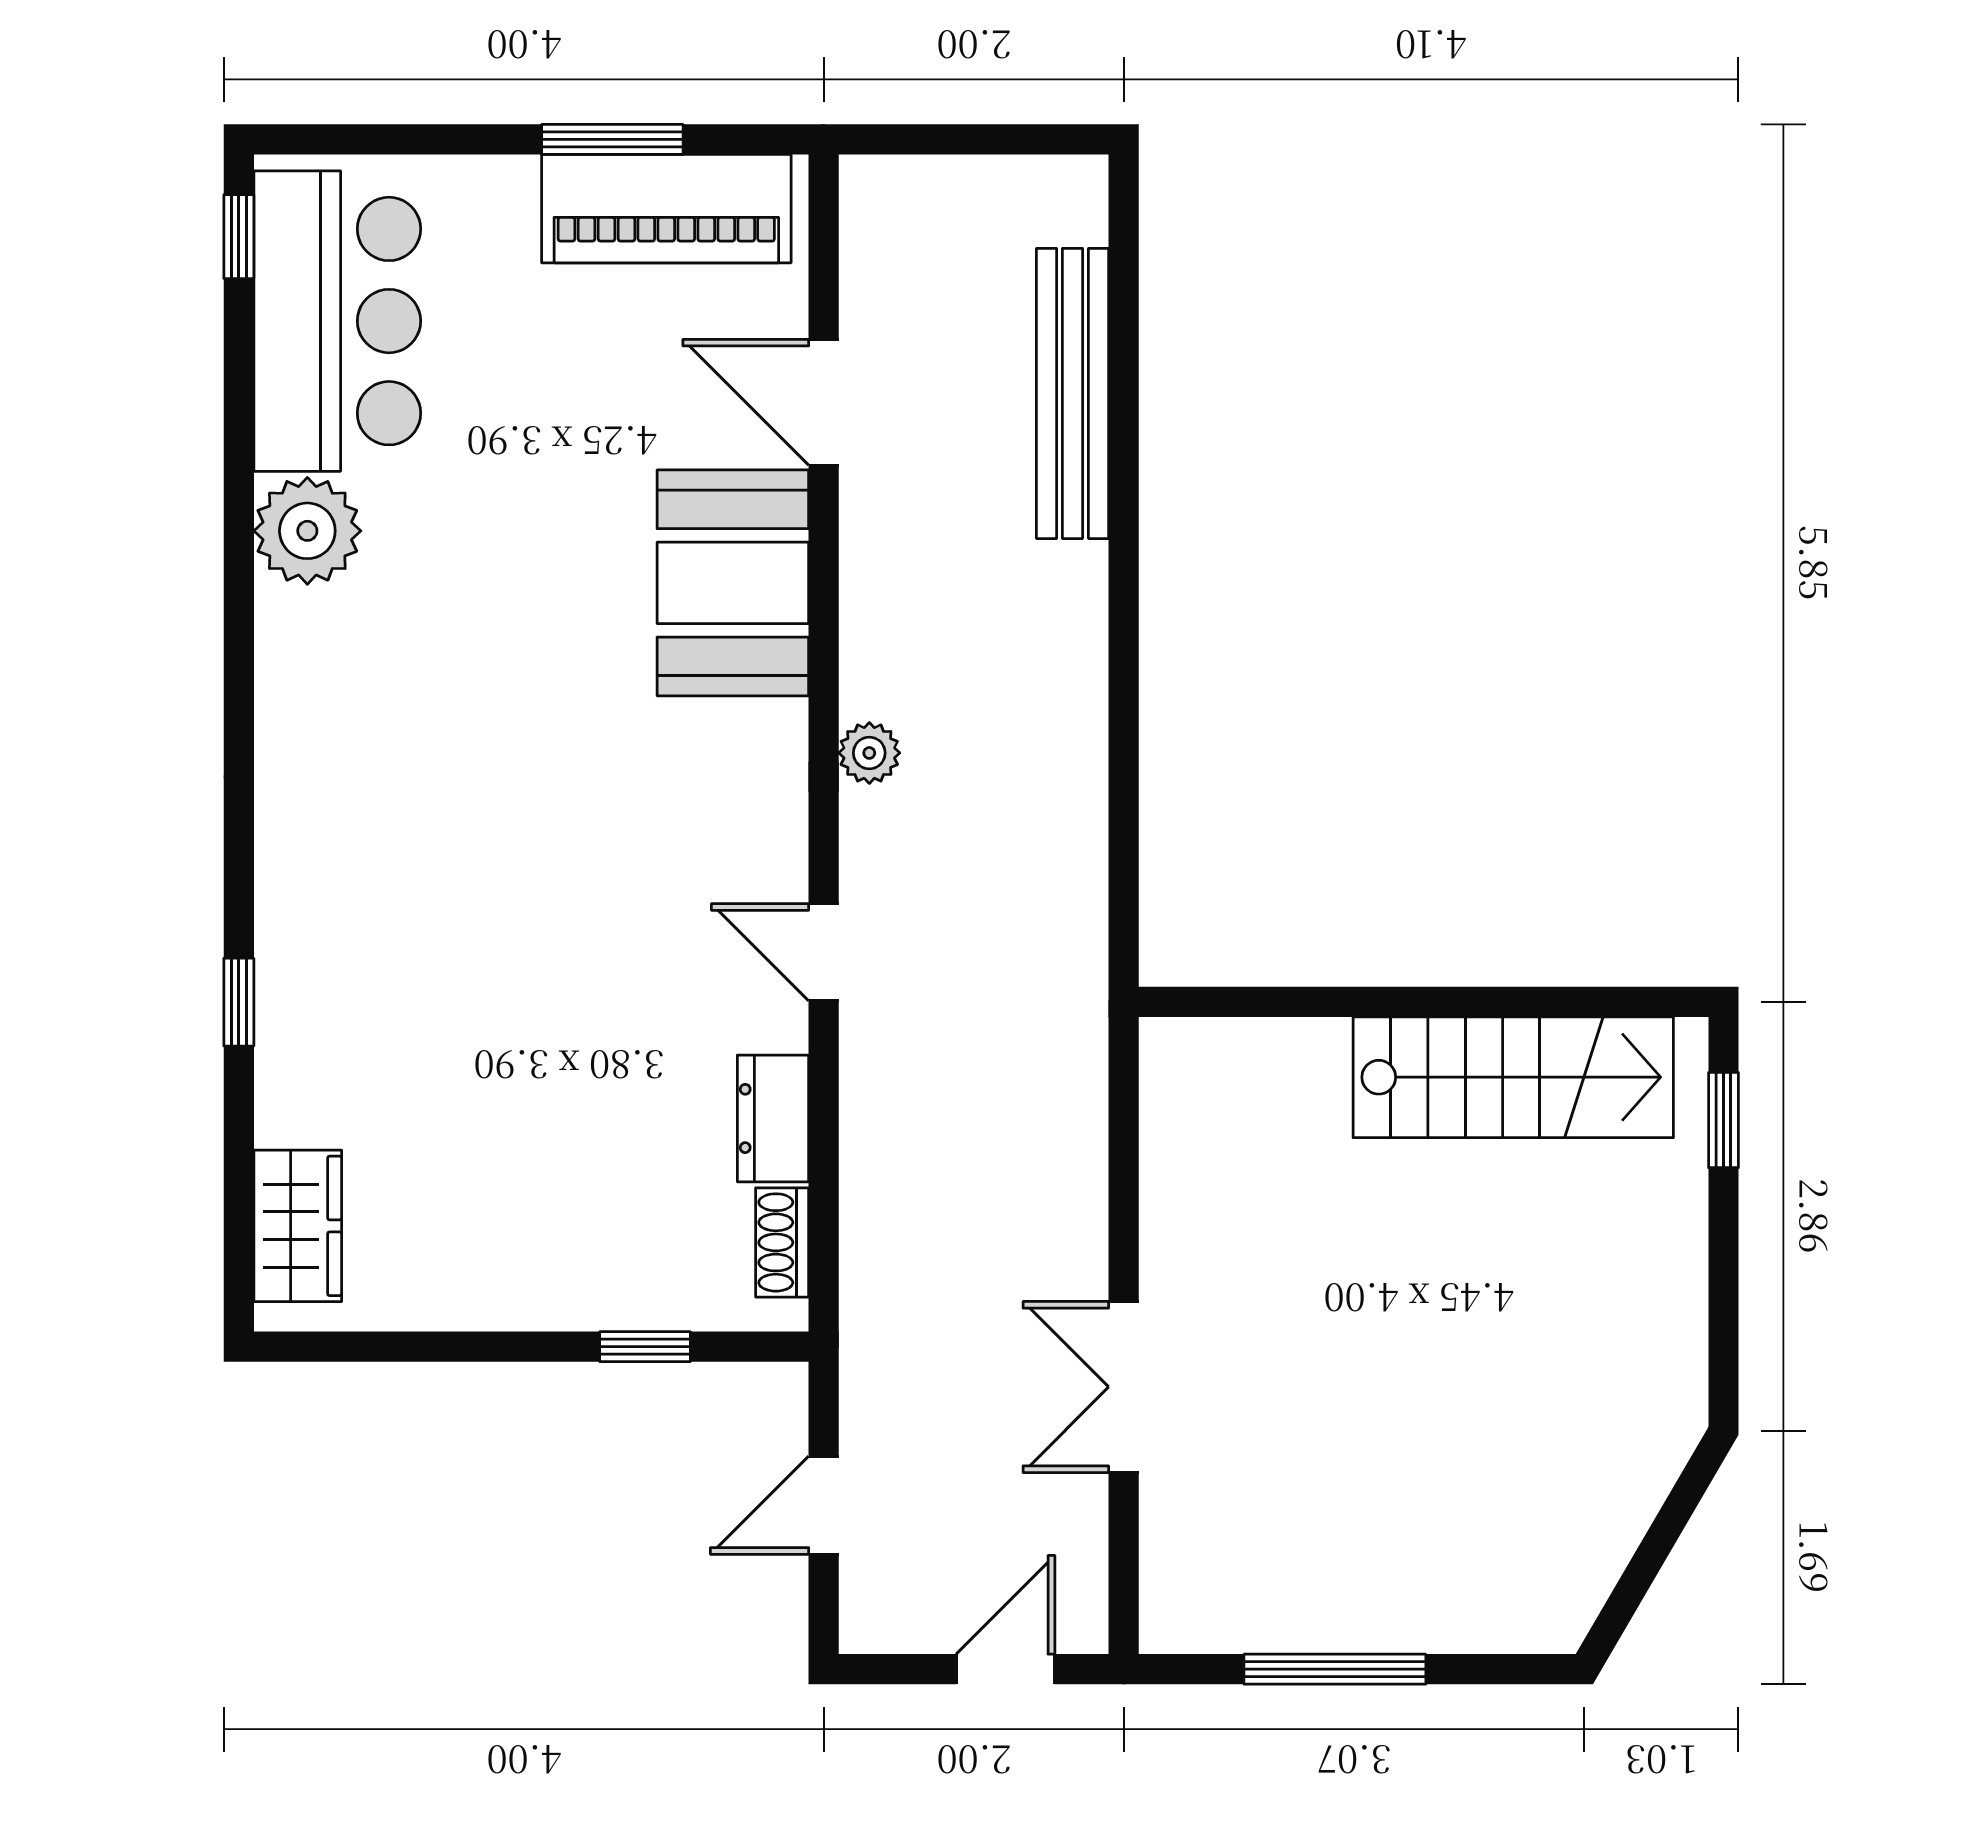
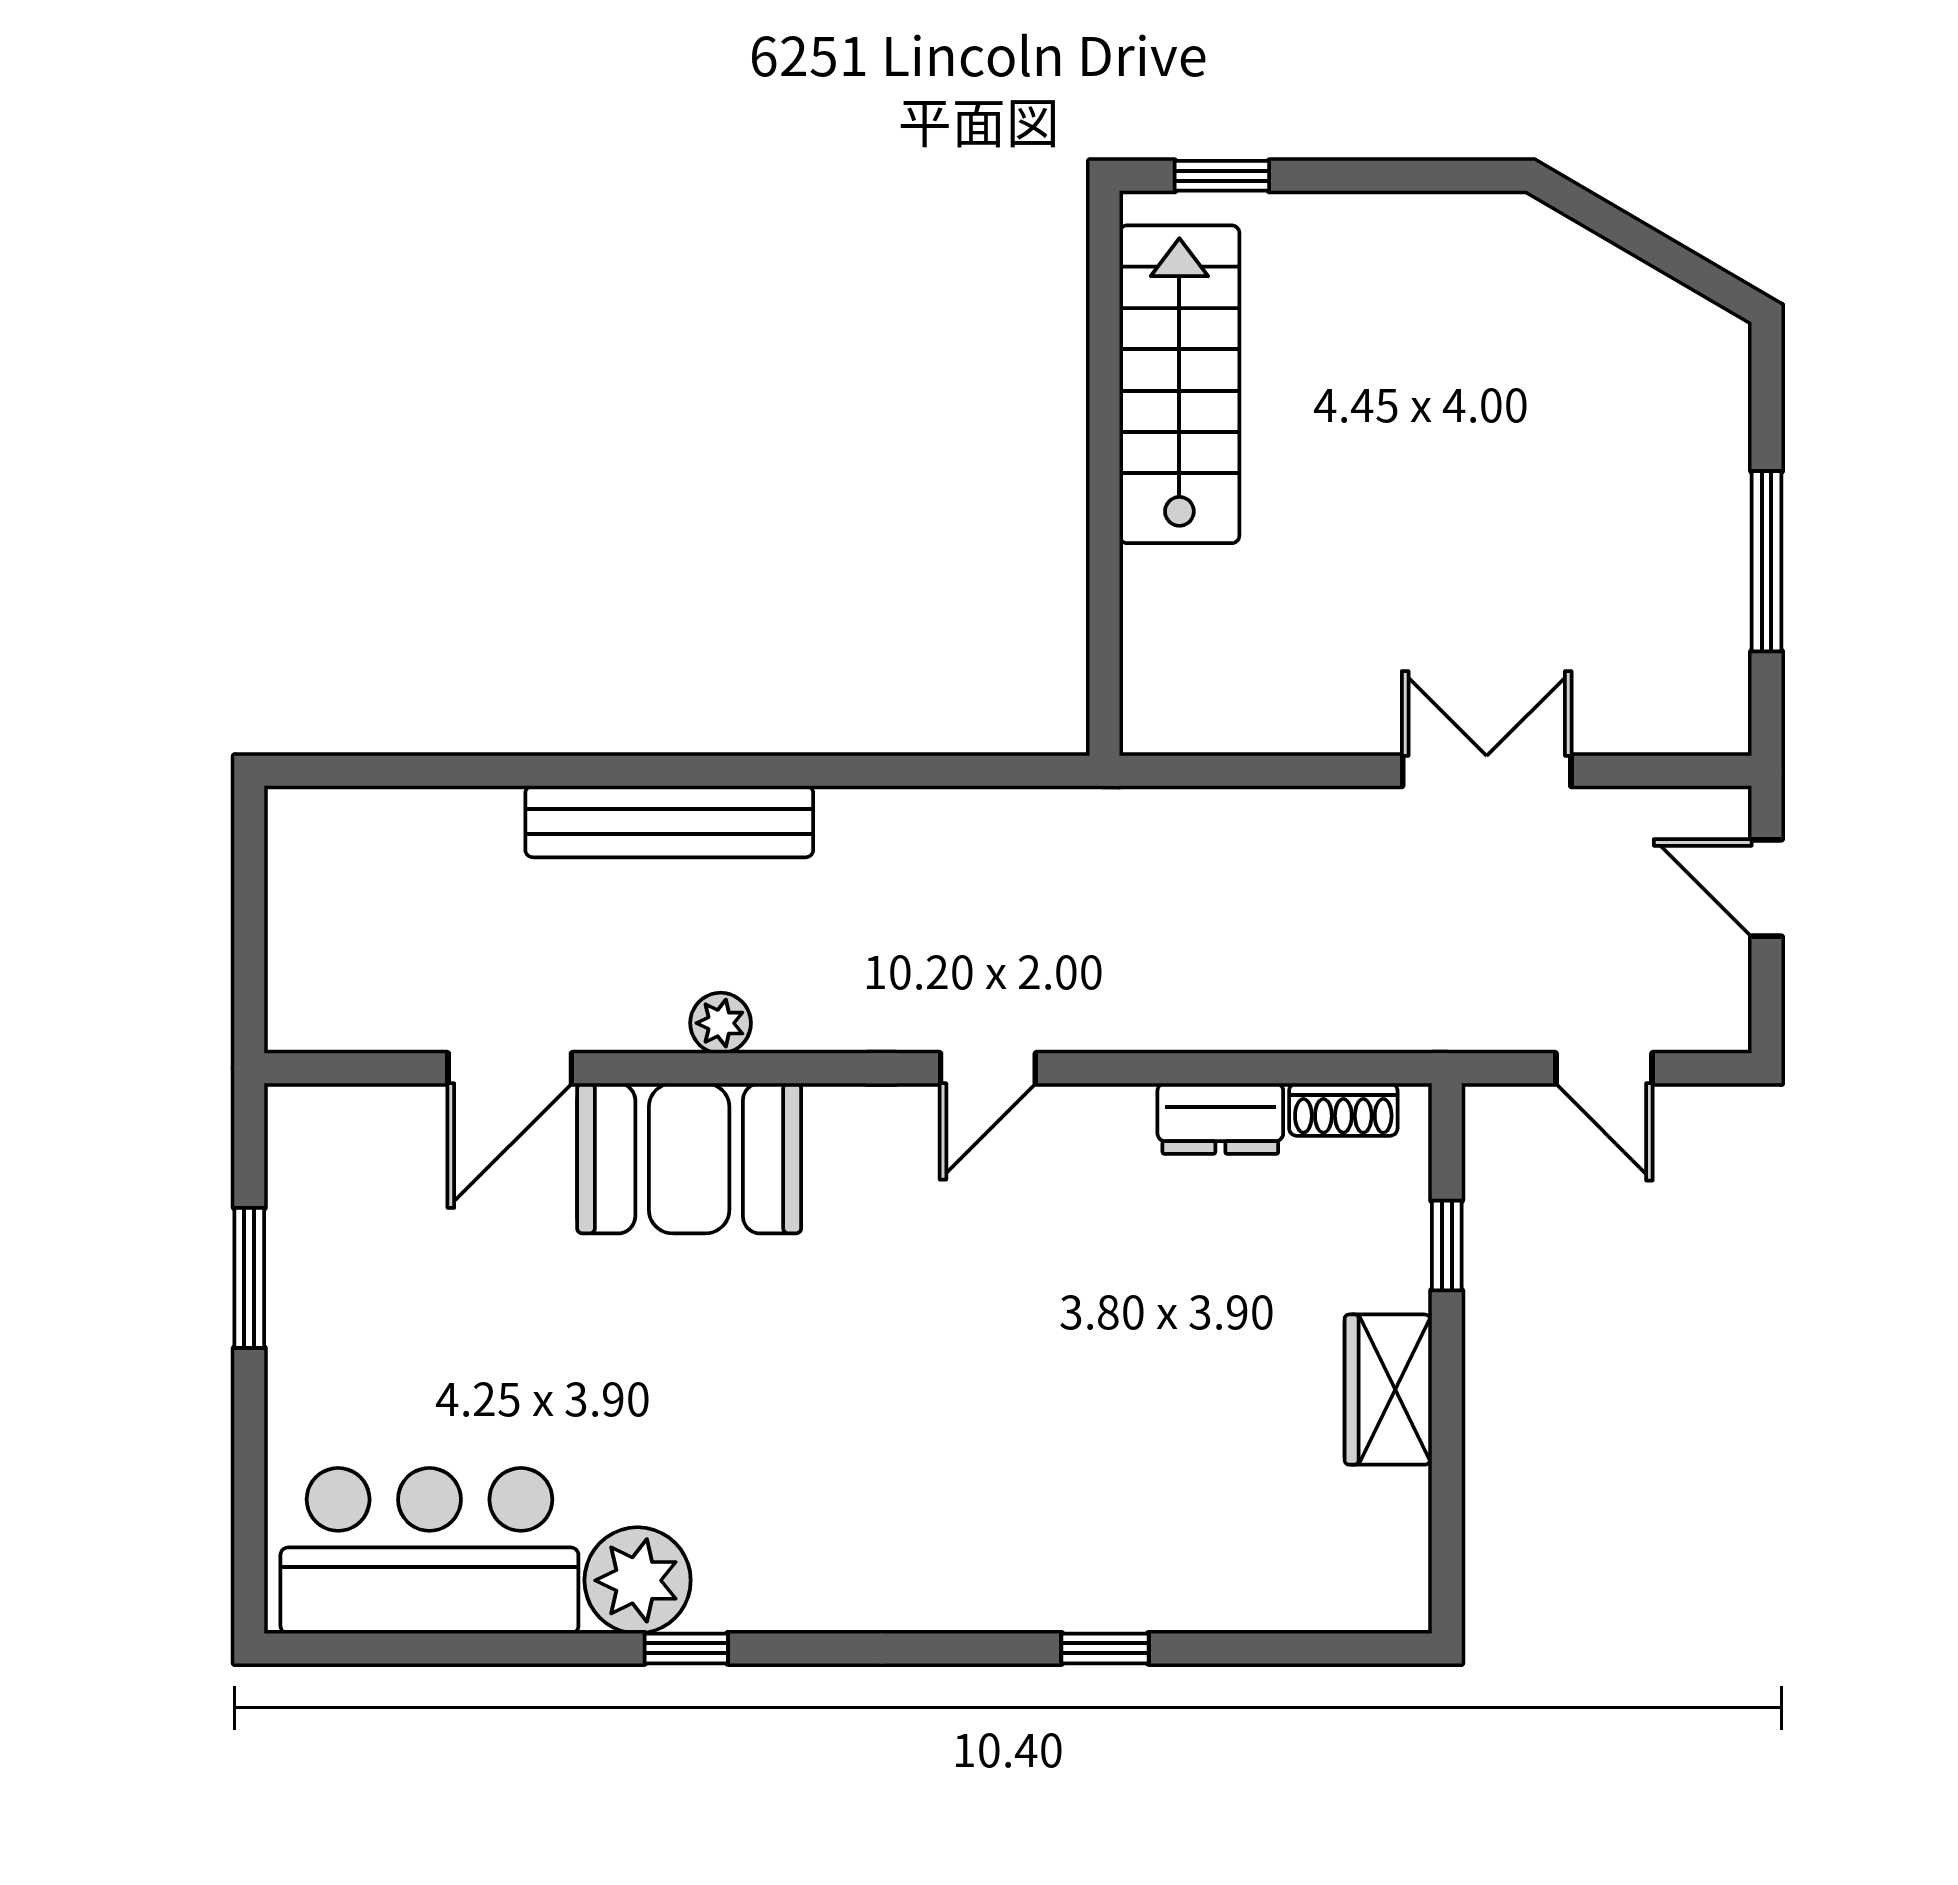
piano: (666, 209) -> (318, 1224), removed
window: (239, 237) -> (686, 1648), moved
bench: (1073, 393) -> (669, 821), moved
plant: (869, 753) -> (721, 1023), moved
door: (824, 952) -> (988, 1068), moved
wardrobe: (298, 1226) -> (1388, 1390), moved, turned -90
double door: (1124, 1387) -> (1487, 771), swing flipped

